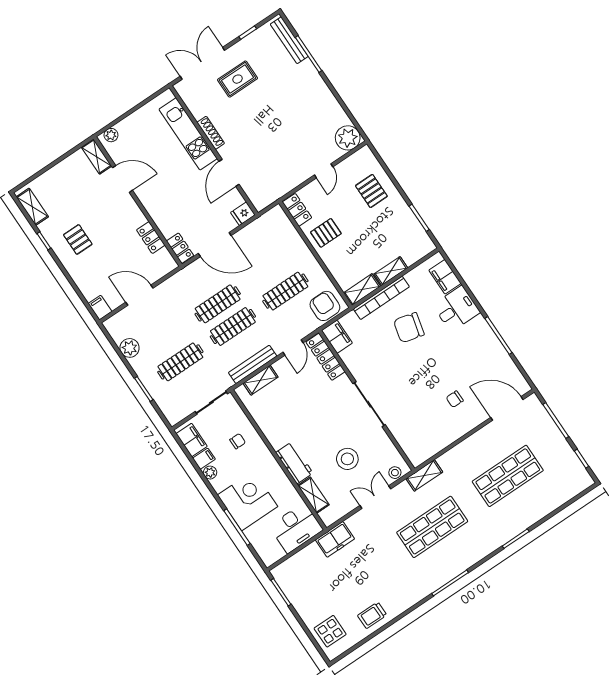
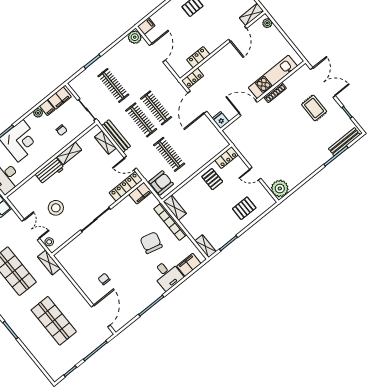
shelving: (391, 271) -> (205, 246), moved
plant: (130, 348) -> (135, 37), moved
shelving: (313, 495) -> (69, 153), moved

